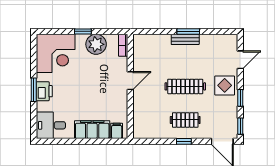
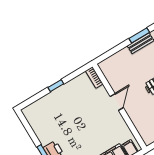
plant: (96, 44) -> (72, 89), removed
corner desk: (56, 53) -> (45, 116), removed

